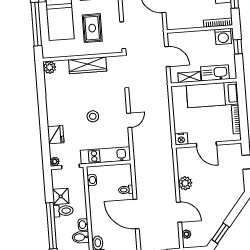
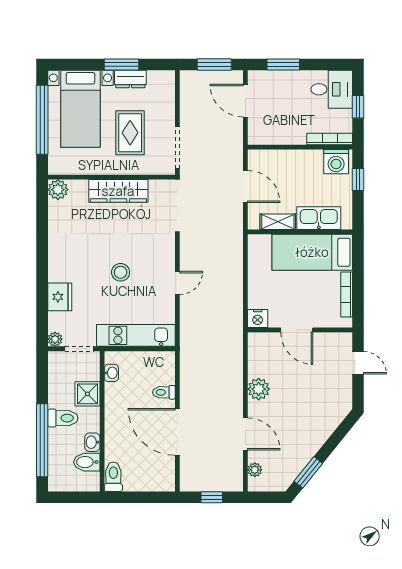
shower: (61, 196) -> (87, 394), moved

